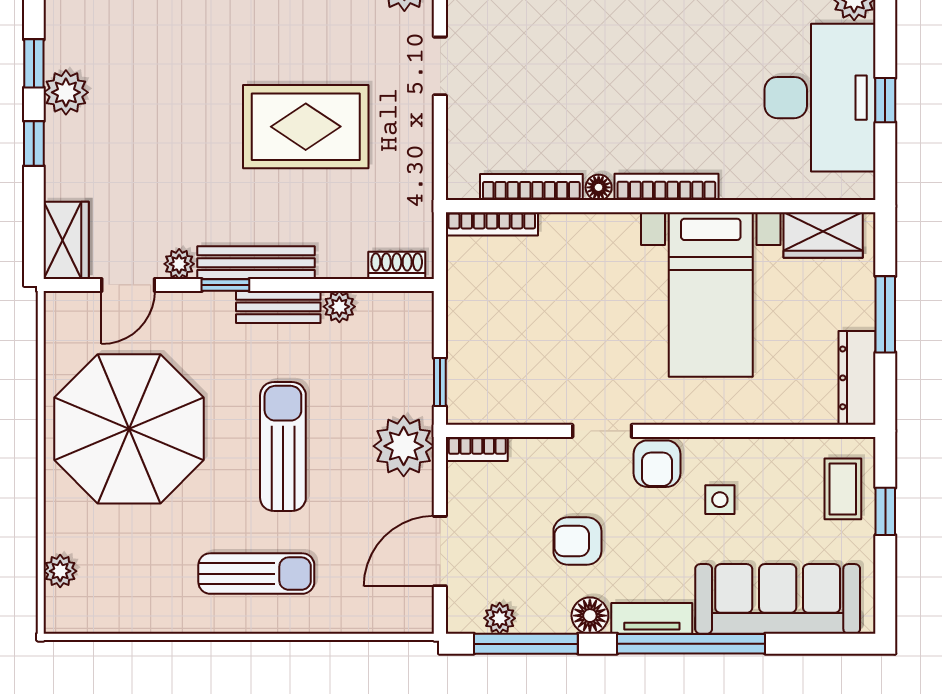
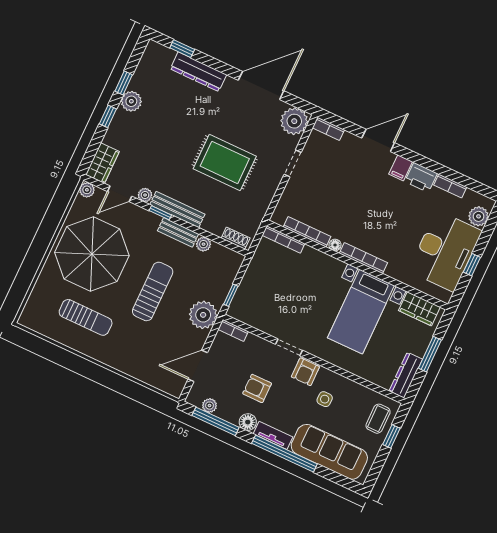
plant: (60, 571) -> (87, 190), moved
sun lounger: (256, 574) -> (86, 317), moved

